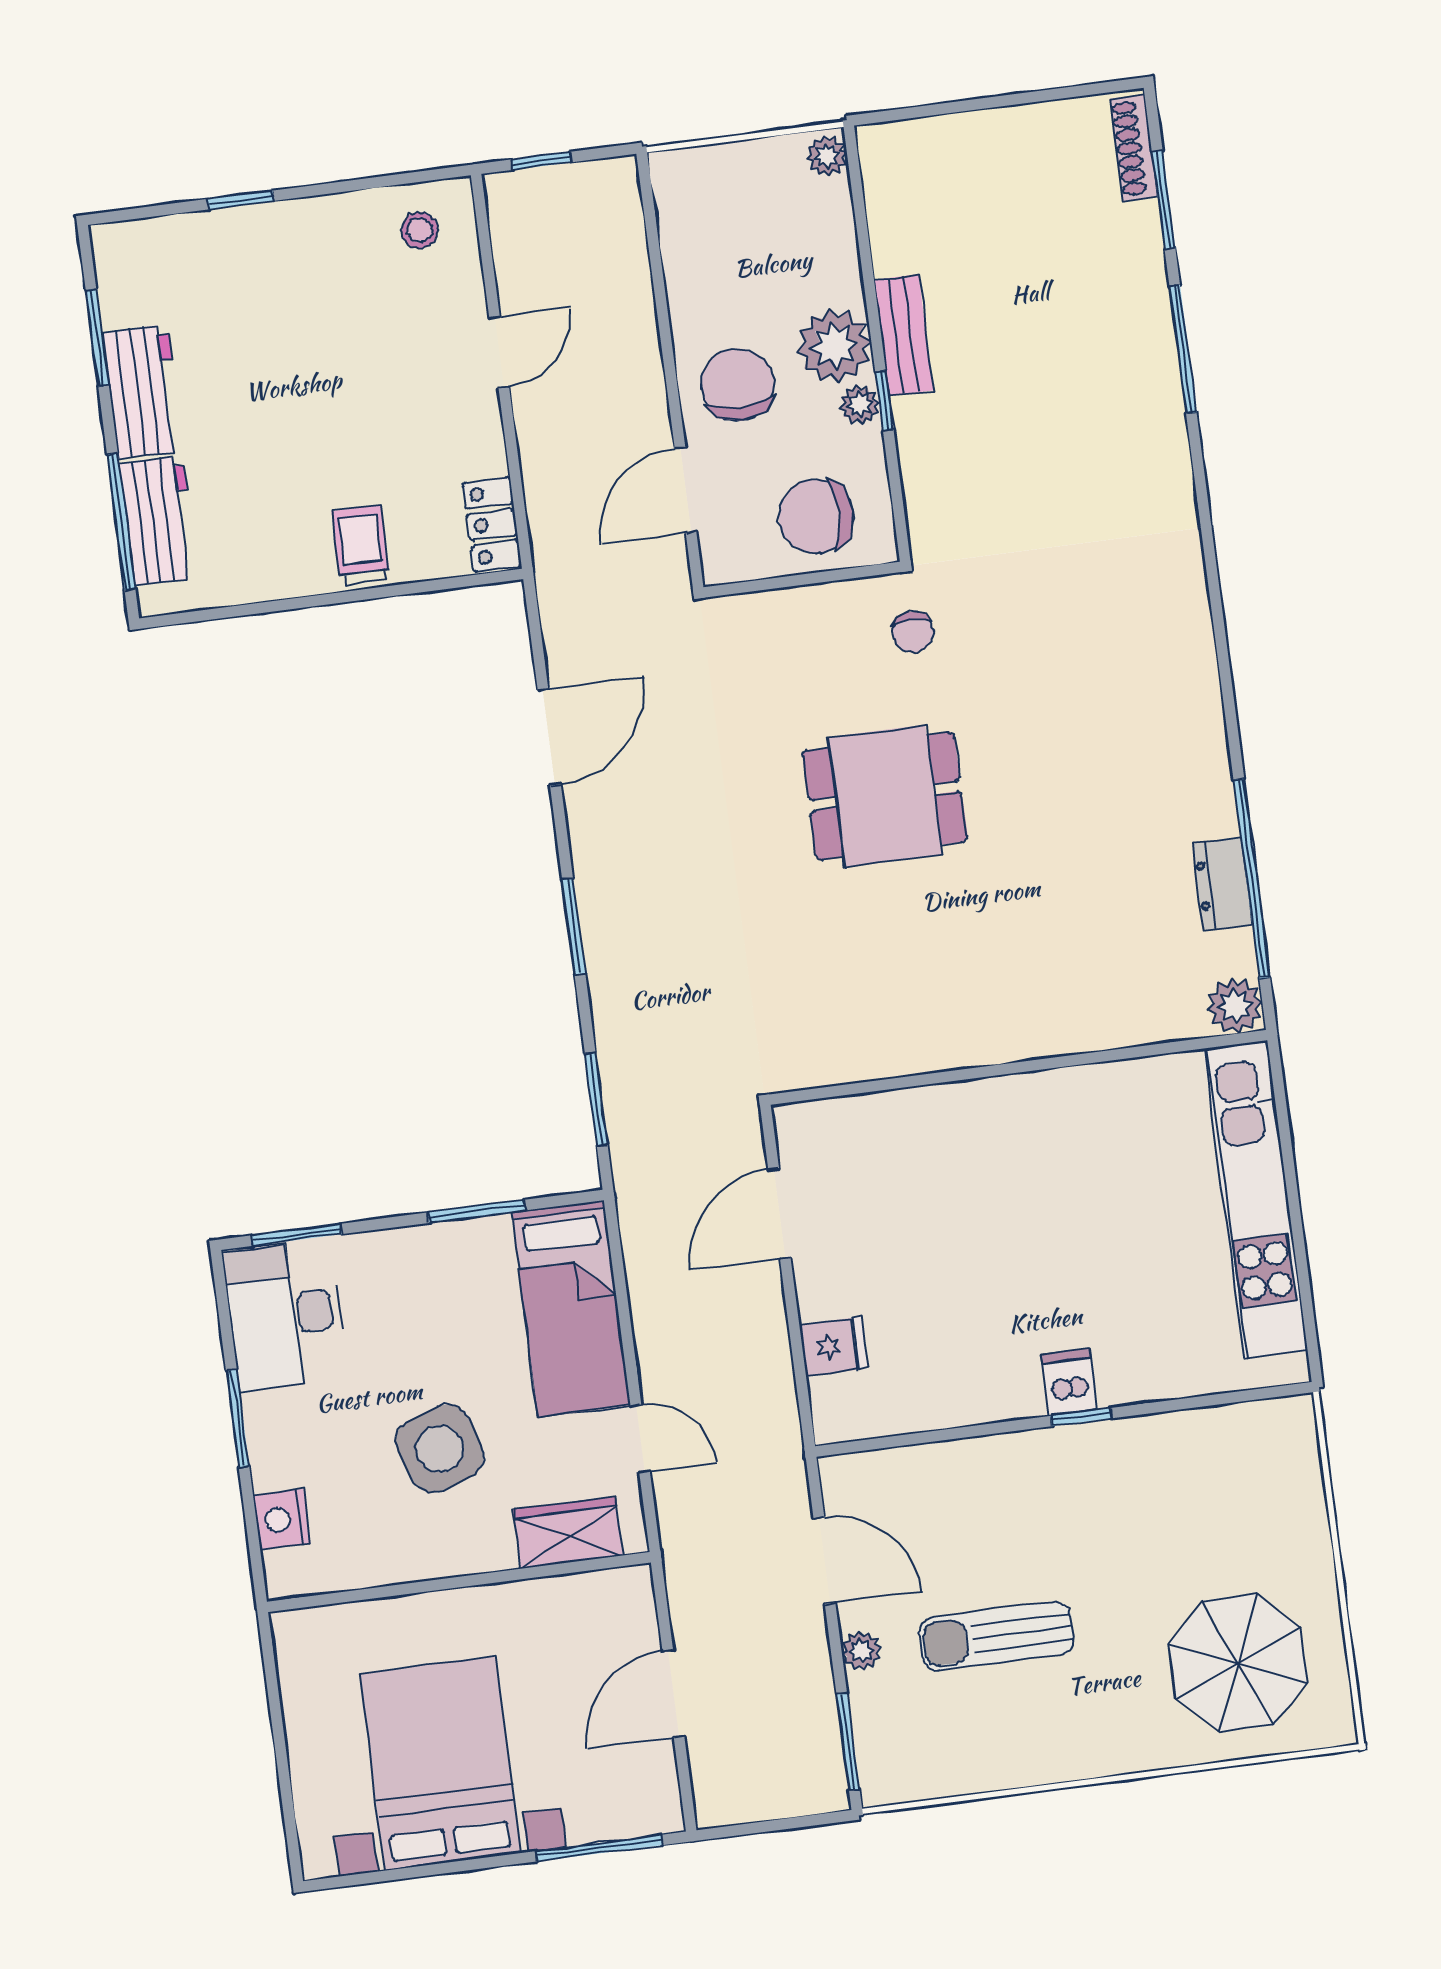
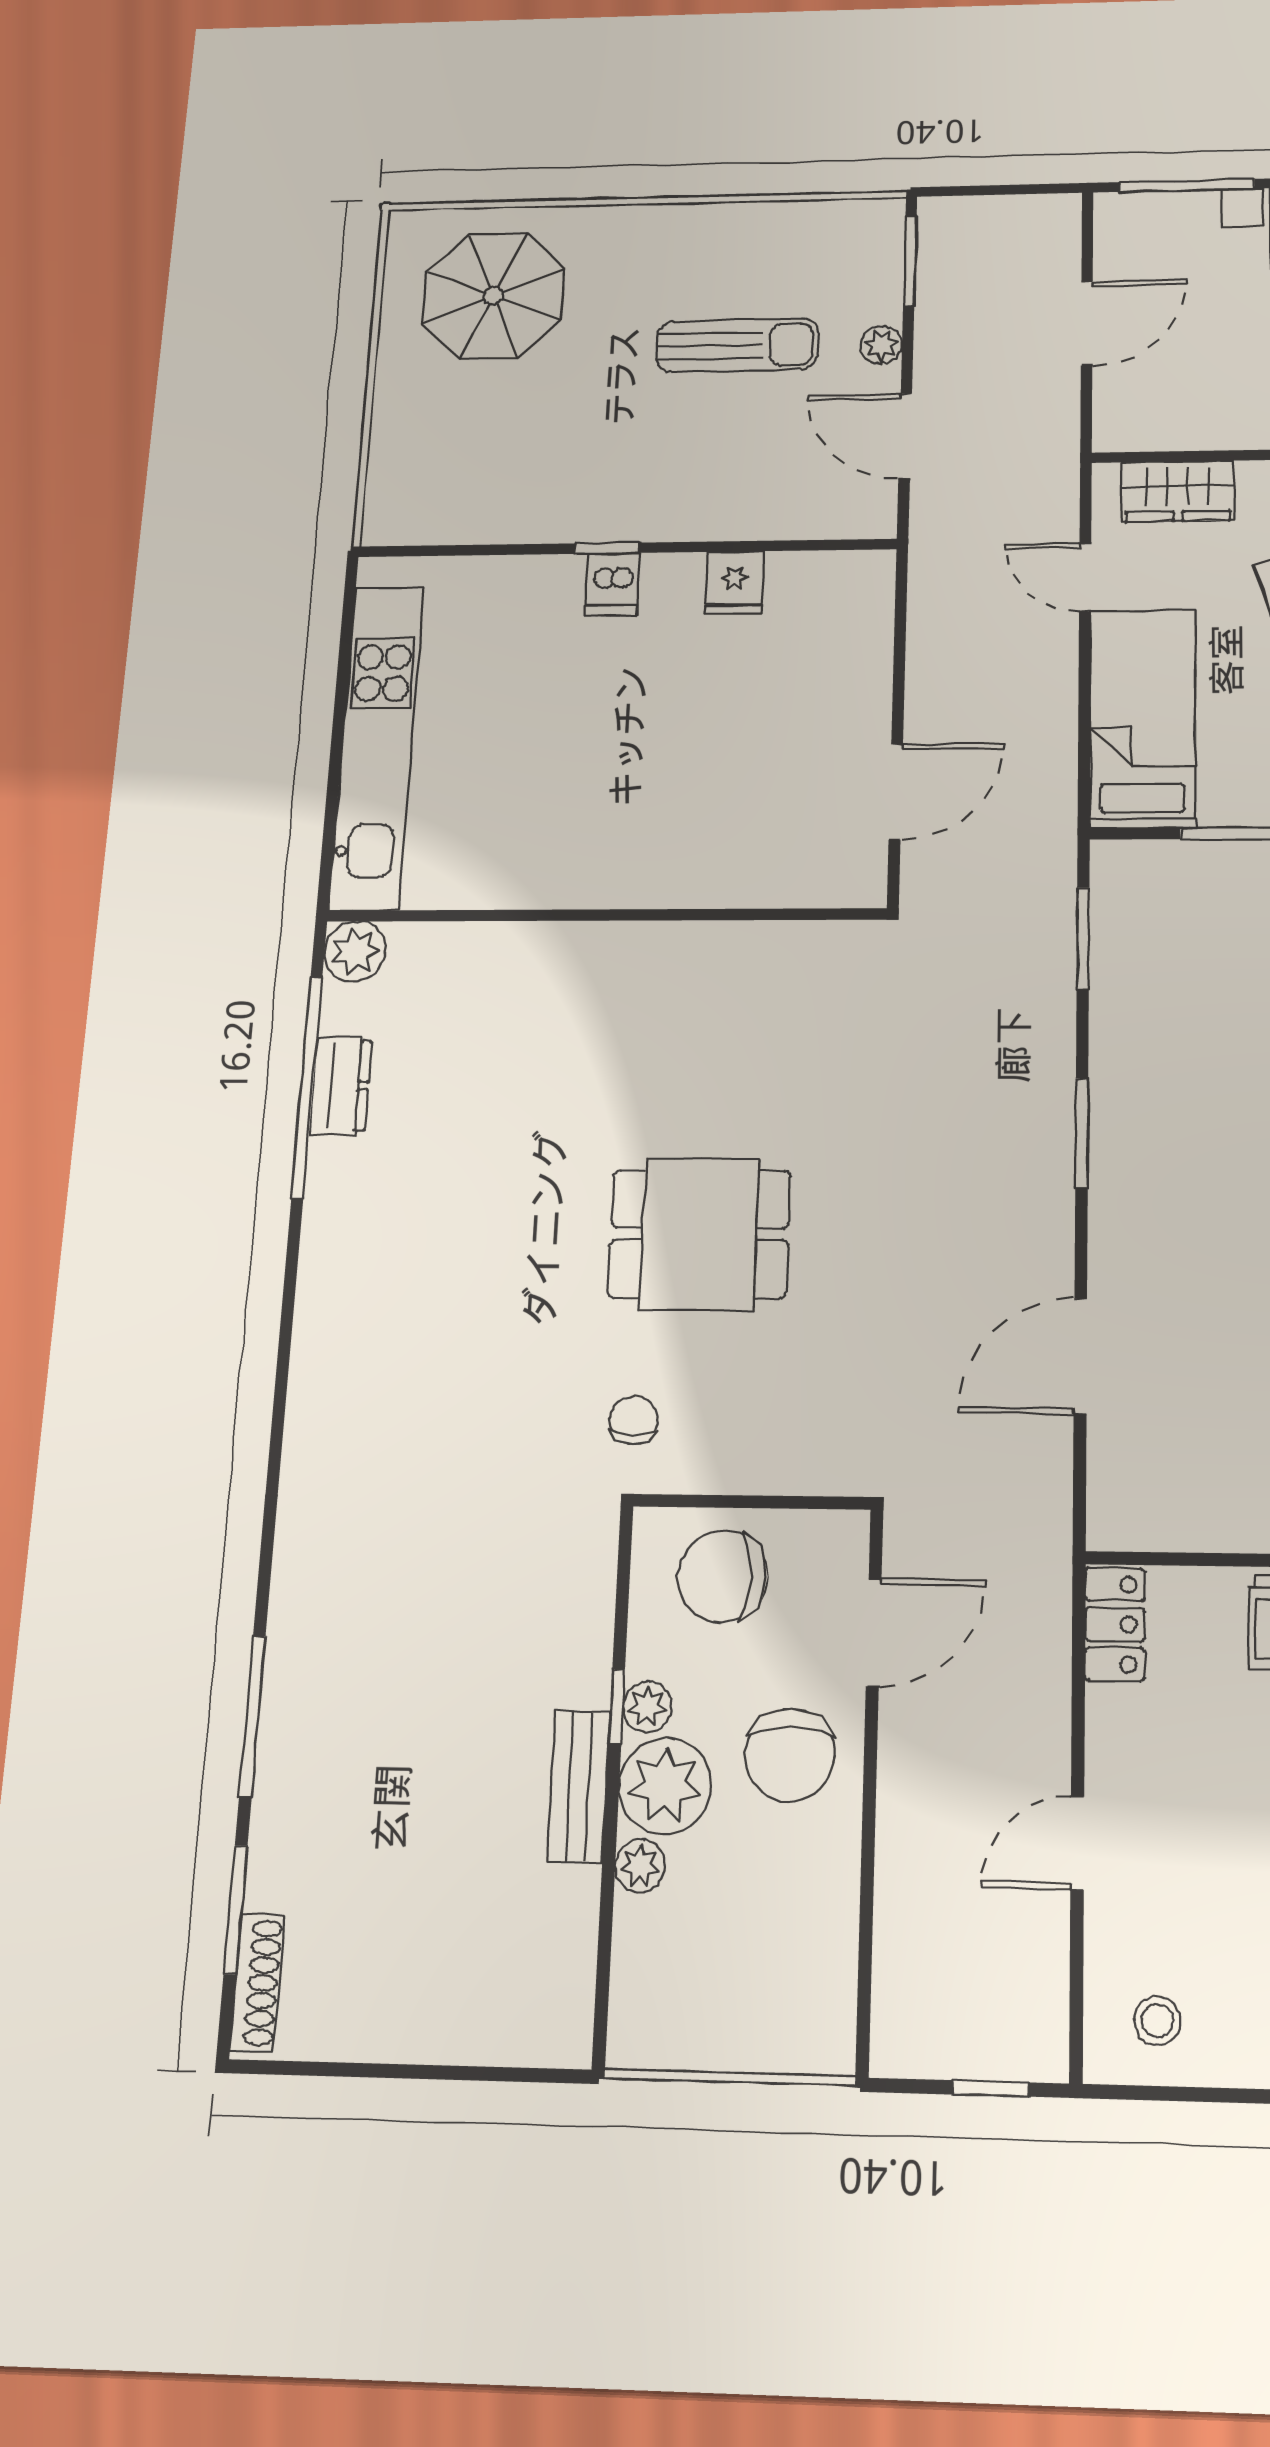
plant: (827, 156) -> (640, 1866), moved
chair: (816, 516) -> (723, 1576), turned 180
fridge: (833, 1347) -> (734, 583), moved, turned -90

